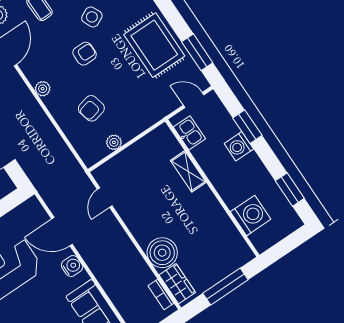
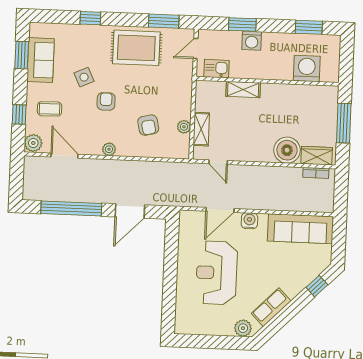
shelving: (124, 160) -> (201, 129), added

